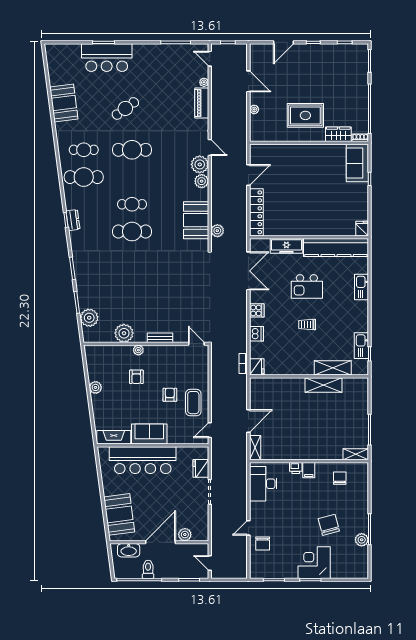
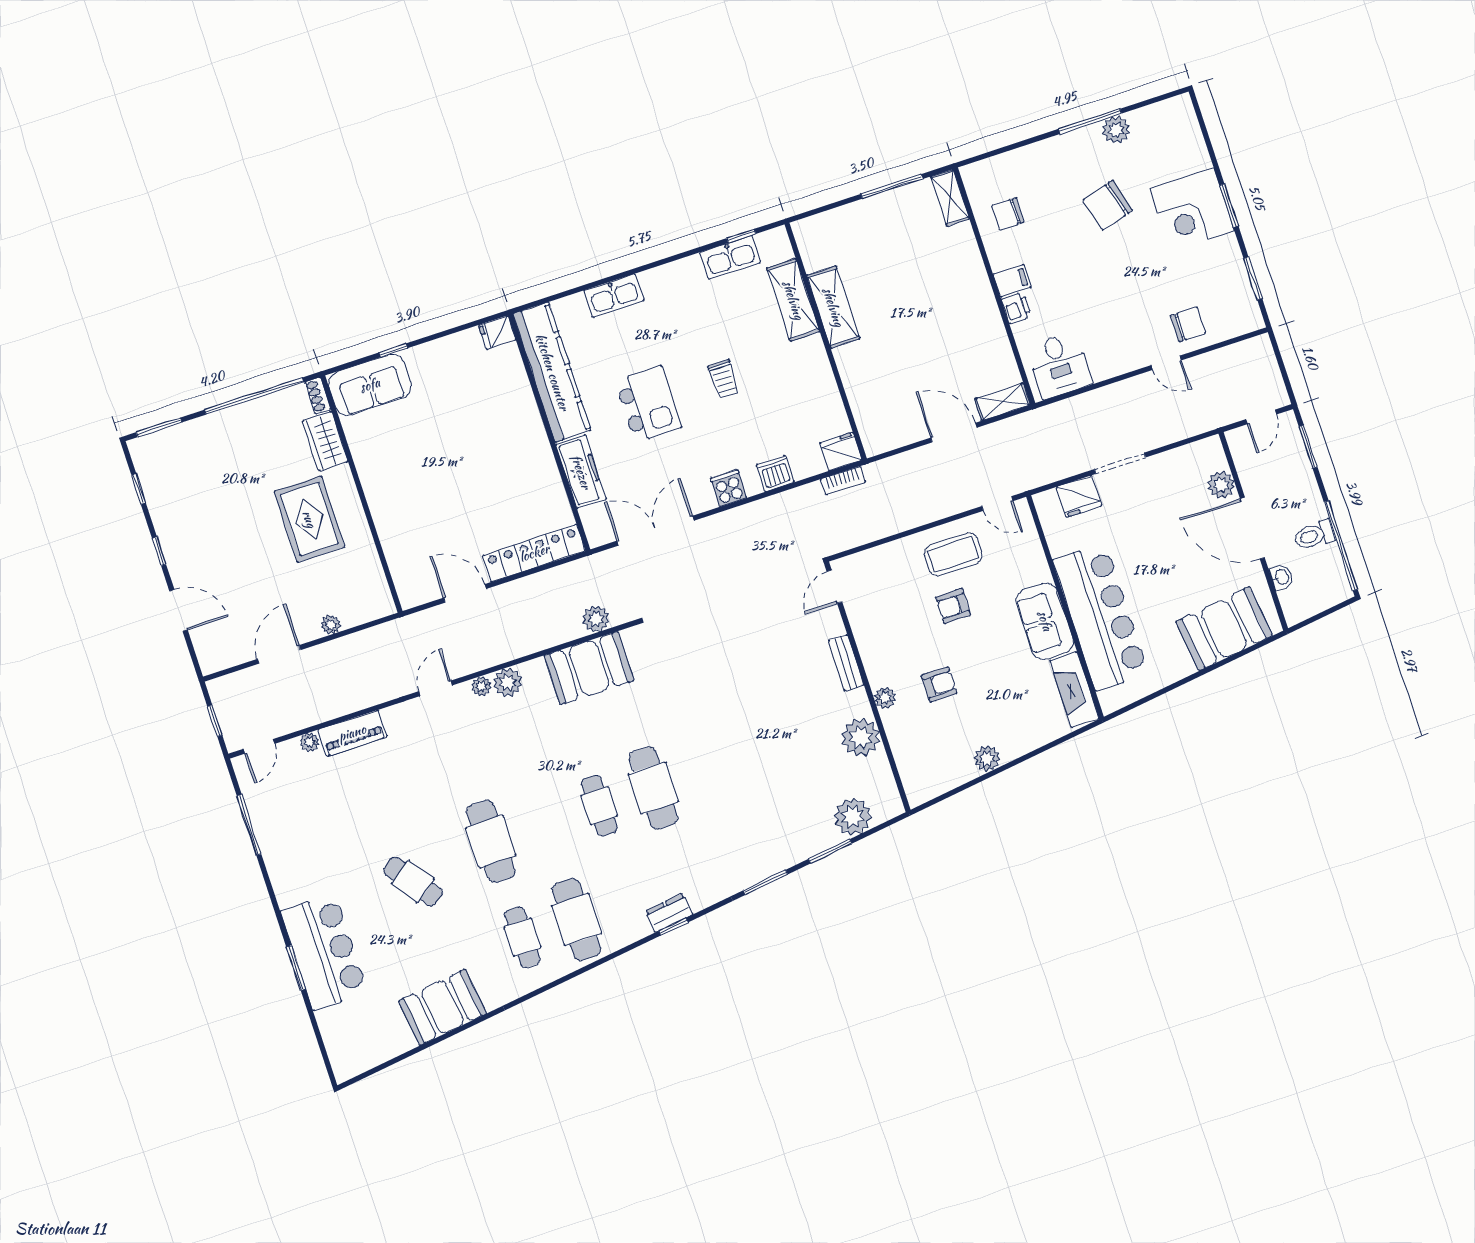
plant: (200, 164) -> (481, 686), width x0.53, depth x0.53
desk: (263, 484) -> (1059, 365), width x0.73
washbasin: (129, 550) -> (1281, 577), width x0.52, depth x0.69

